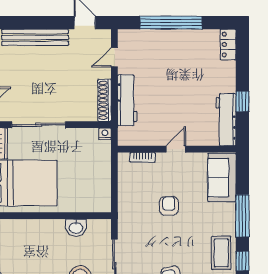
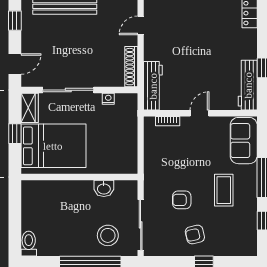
workbench: (127, 100) -> (153, 86), moved
nightstand: (105, 134) -> (108, 99), moved
armchair: (169, 206) -> (182, 200), moved, turned -90
coffee table: (221, 253) -> (224, 190), moved

